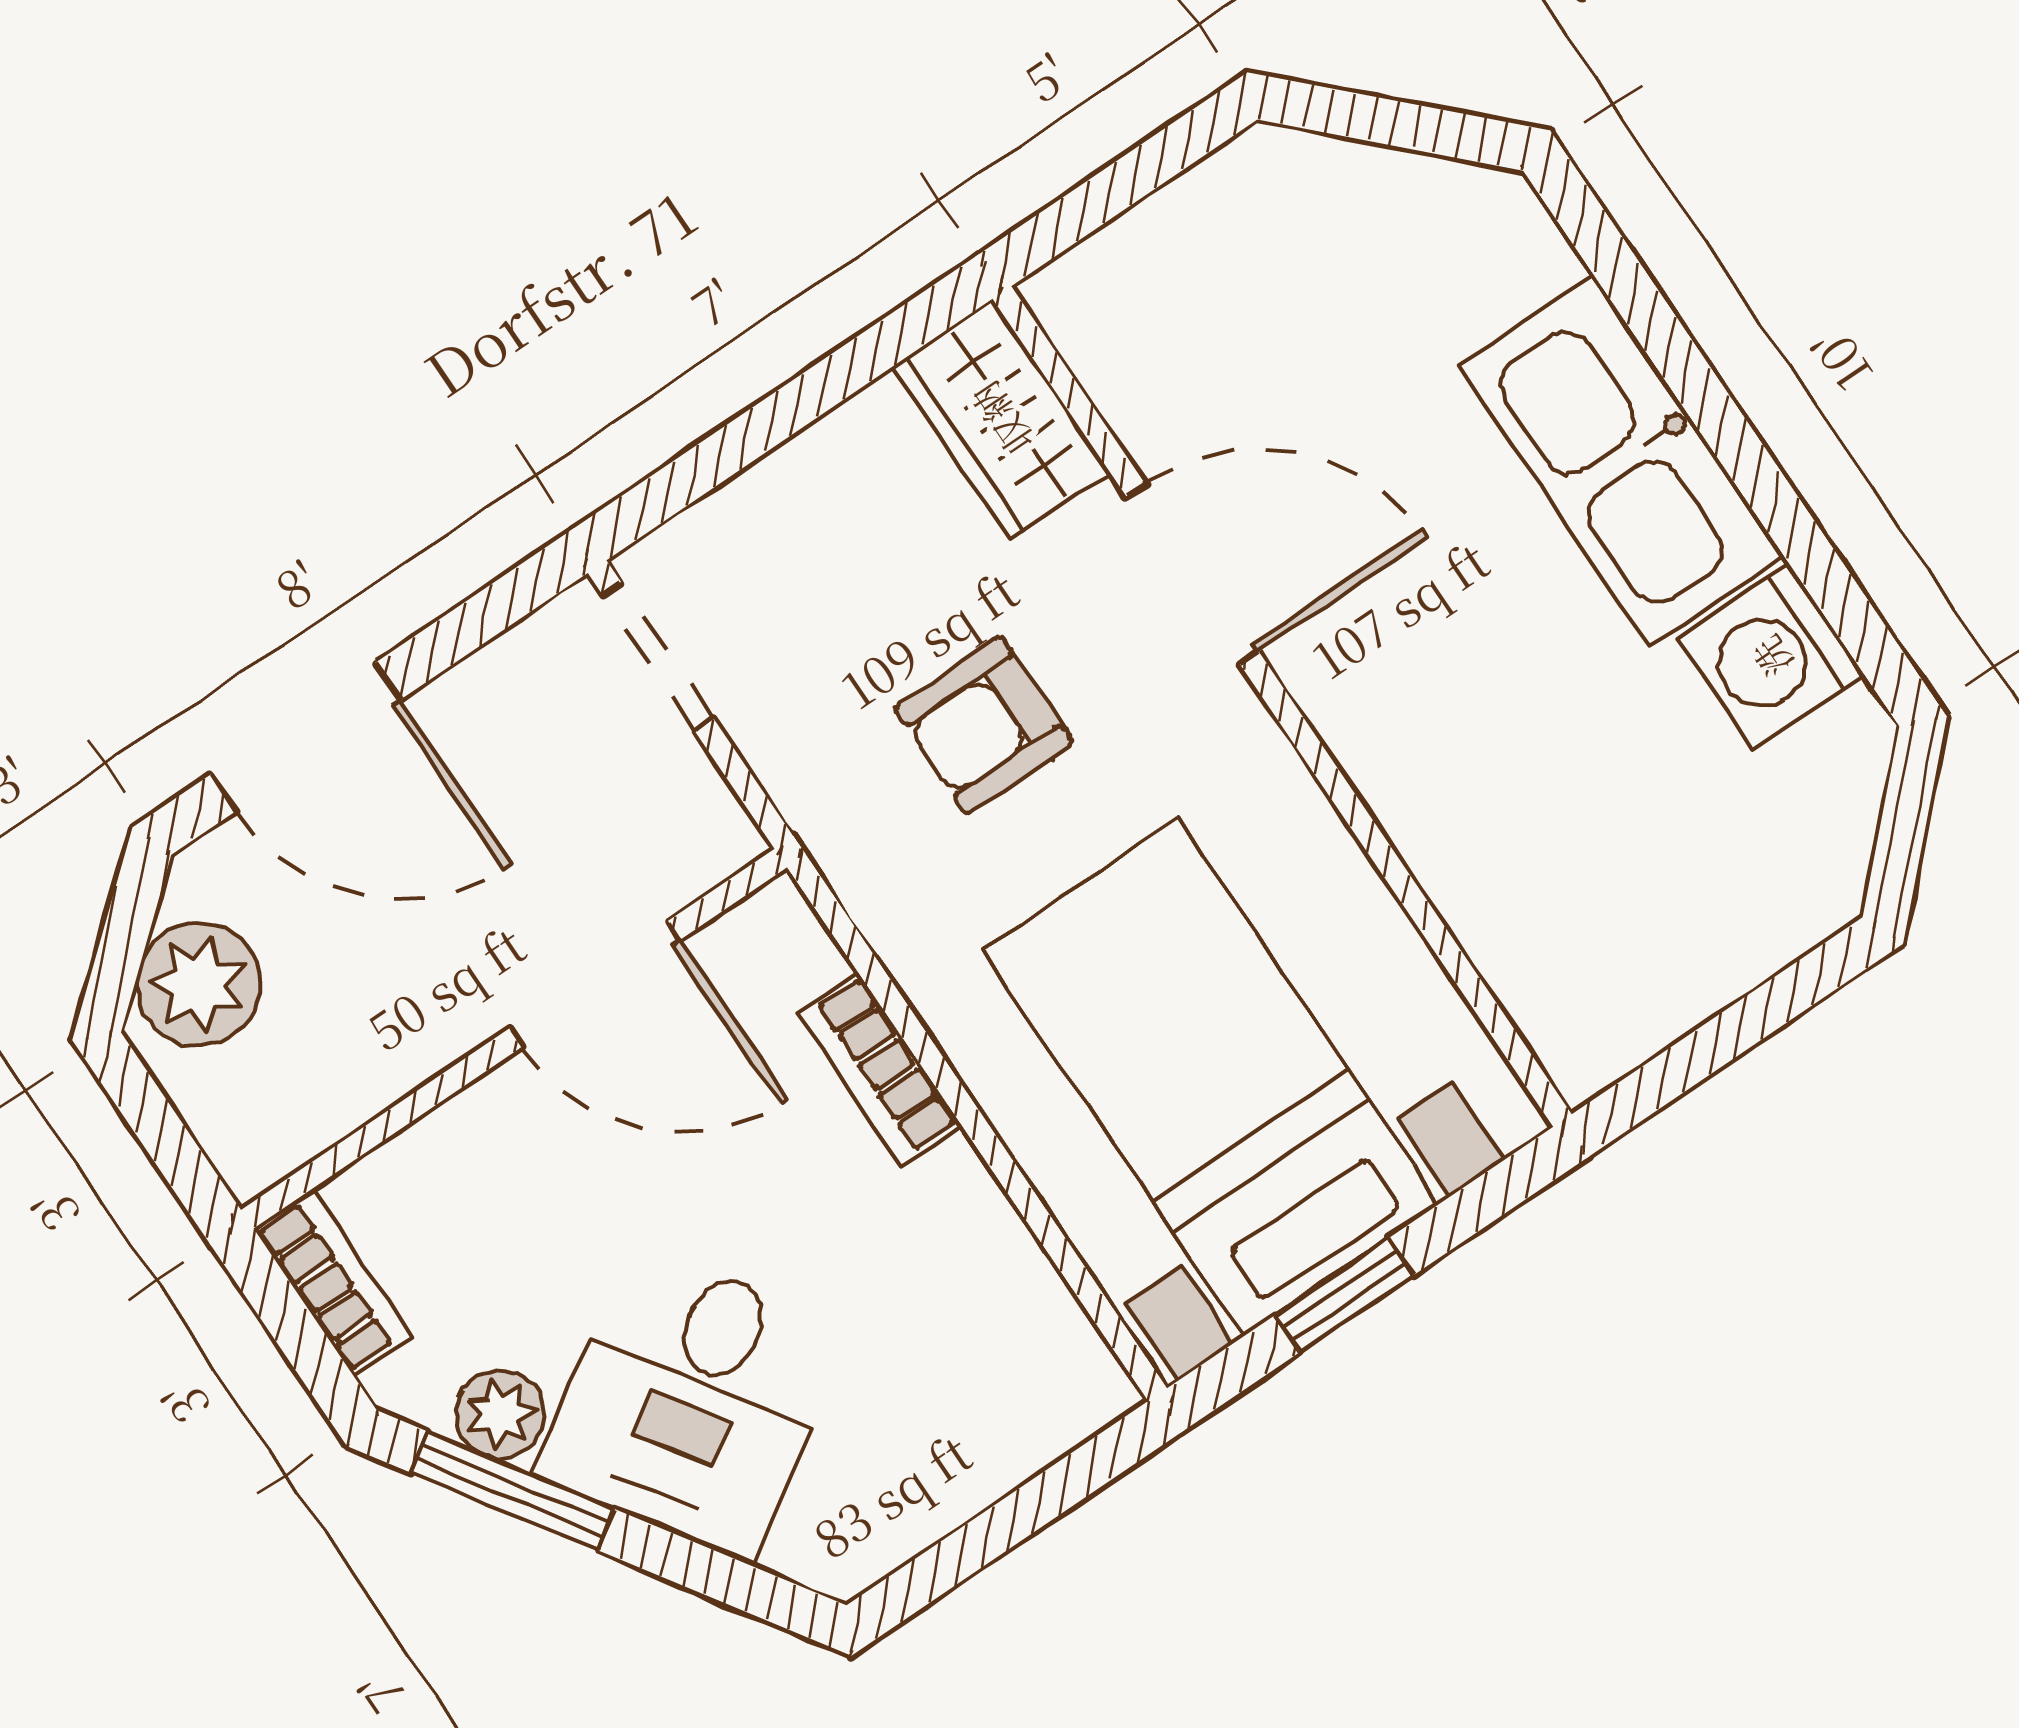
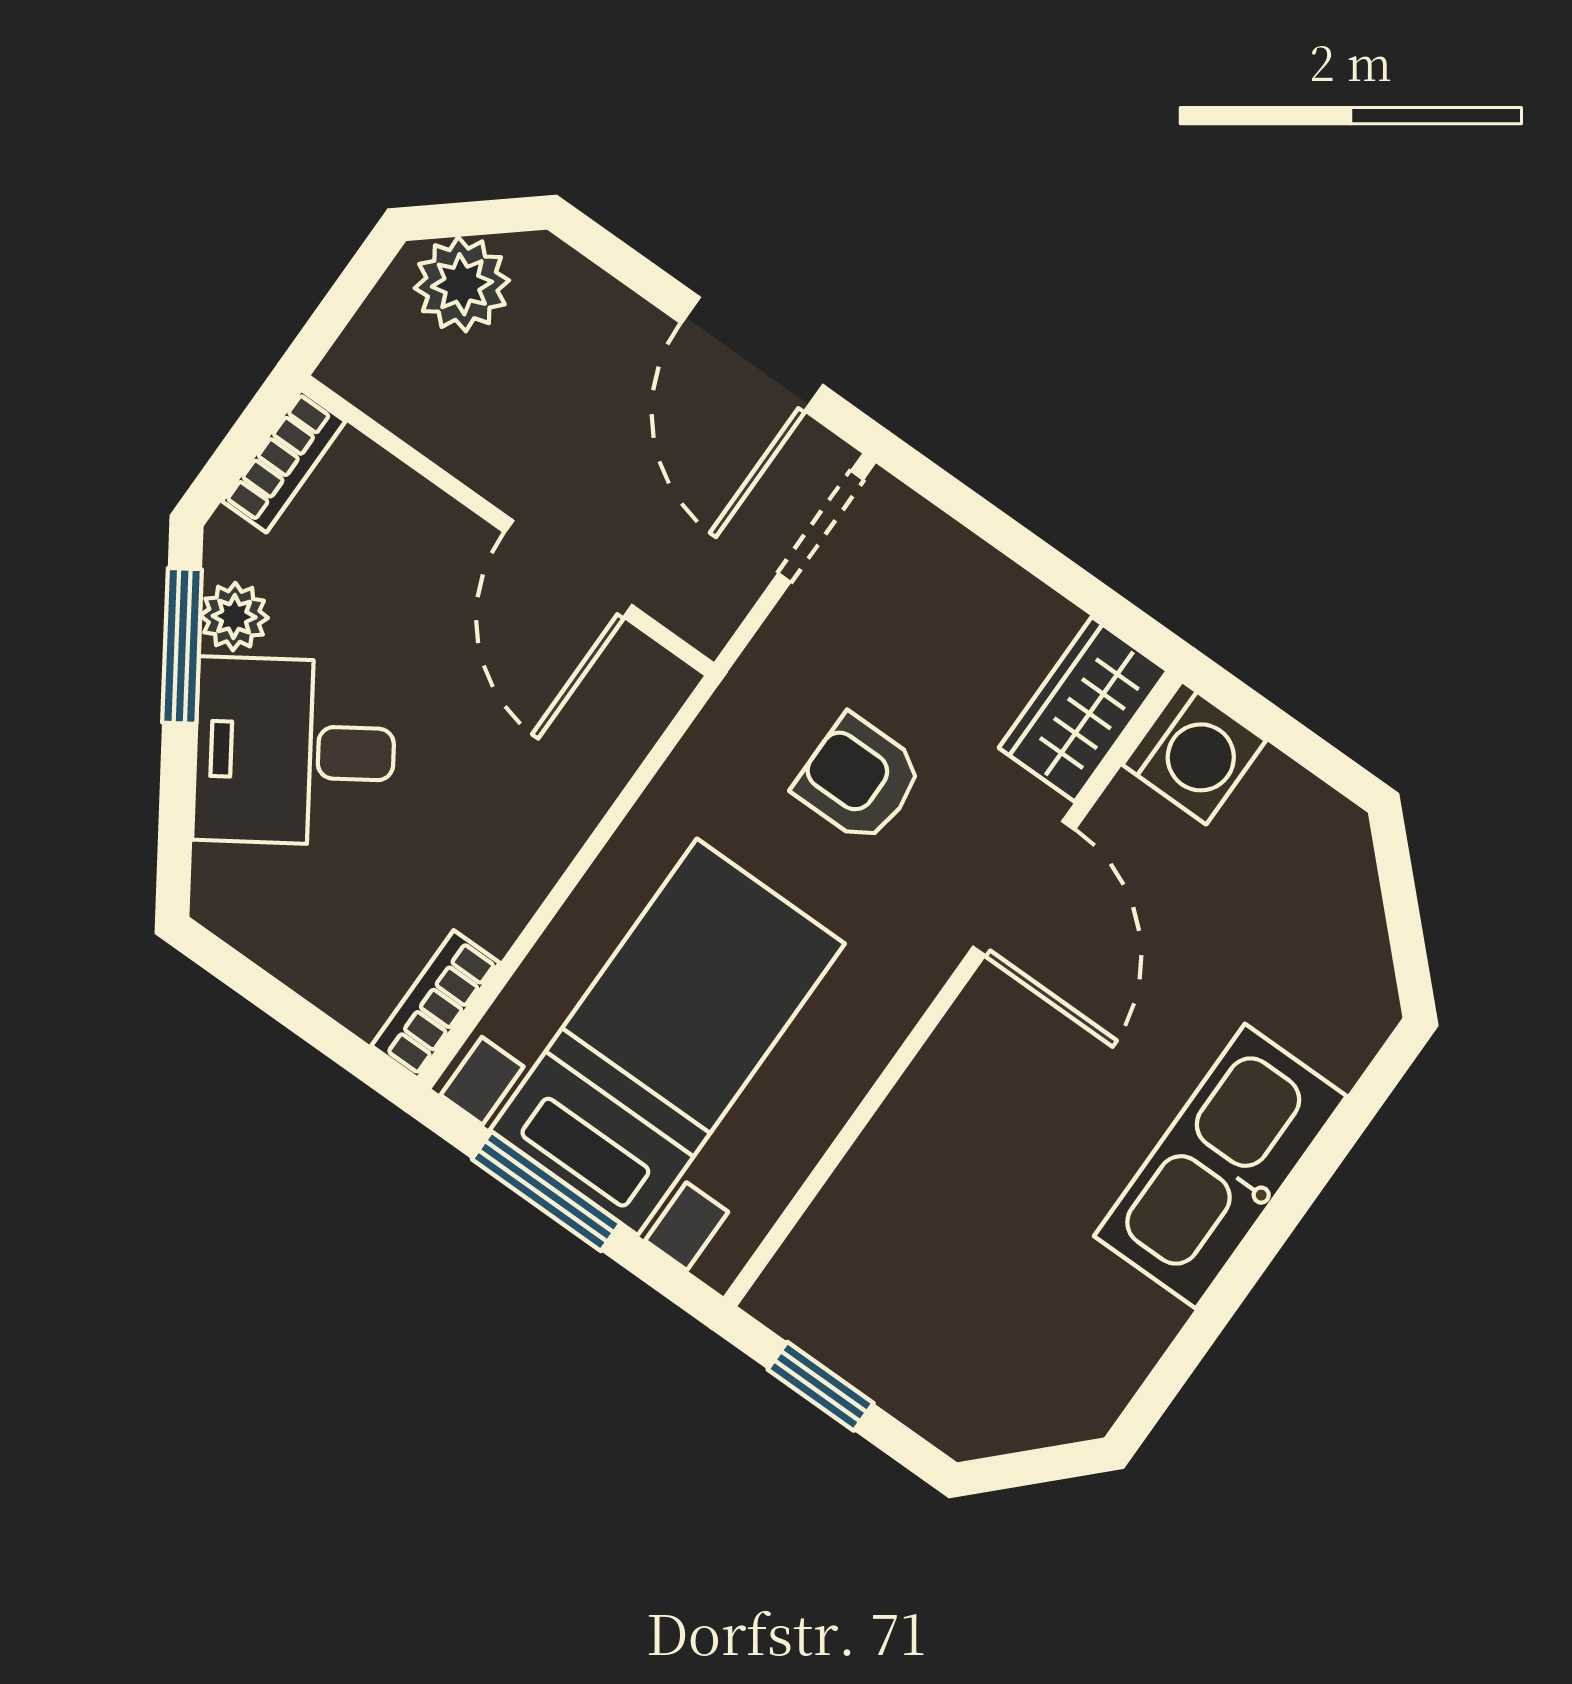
washing machine: (1771, 657) -> (1194, 753), moved, turned 180
door: (306, 737) -> (752, 354), moved
window: (1707, 1049) -> (821, 1386), added
bookcase: (879, 1069) -> (436, 1004), moved
window: (1344, 1295) -> (546, 1191), width x1.50

